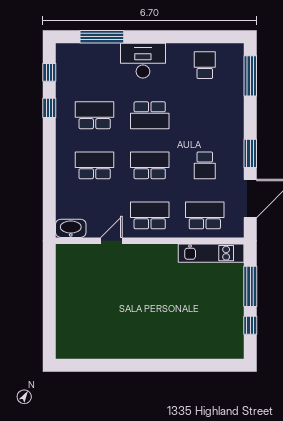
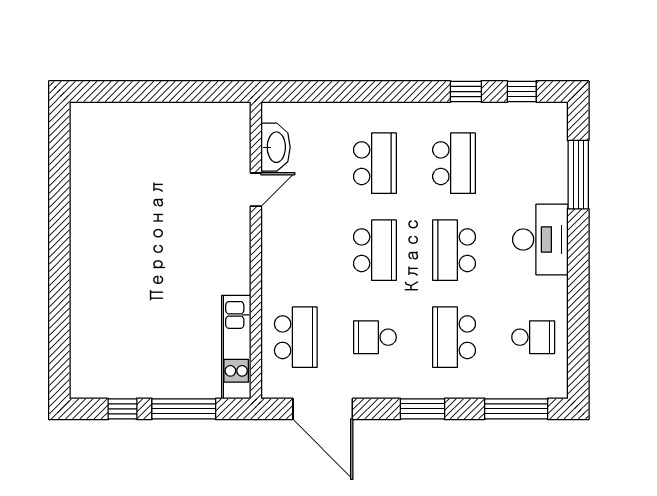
window: (250, 153) -> (422, 409), moved
school desk: (150, 215) -> (454, 337), moved, turned 180
washbasin: (71, 228) -> (275, 147), moved
door: (111, 241) -> (256, 190), hinge flipped

